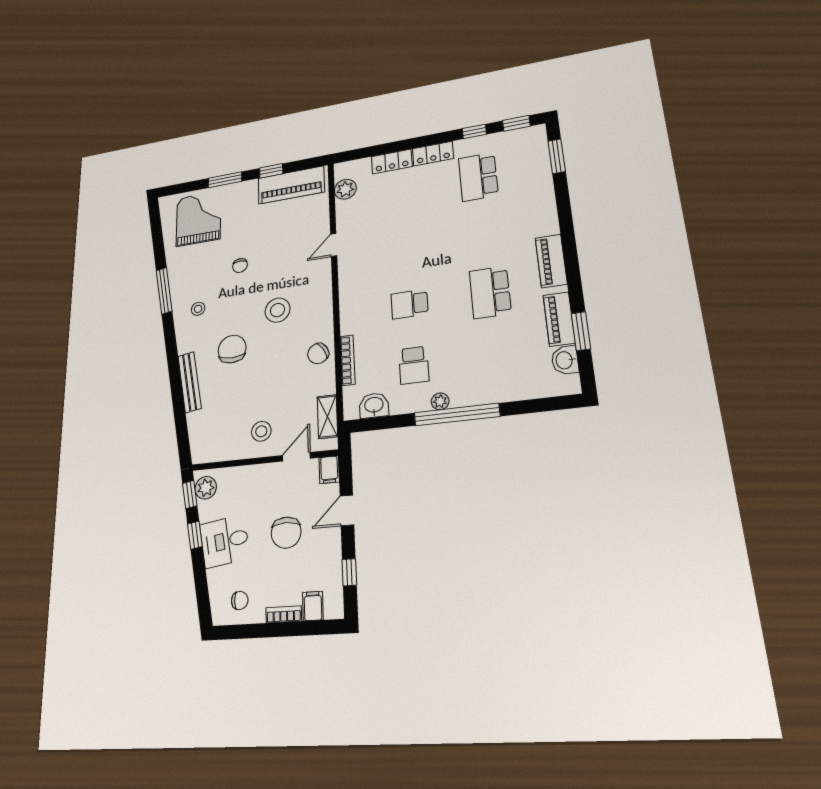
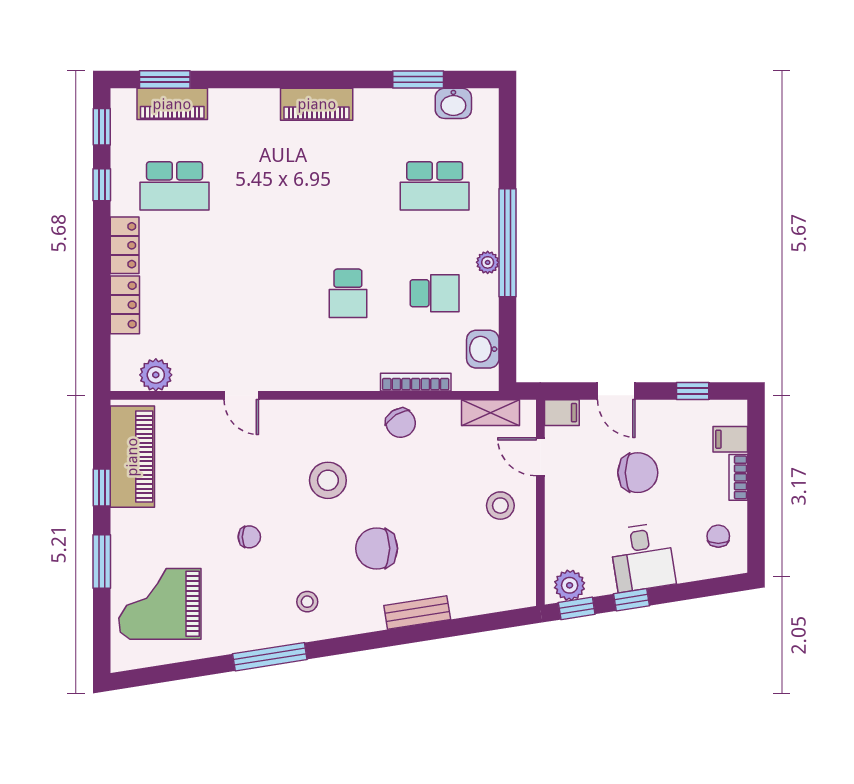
school desk: (490, 292) -> (435, 186), moved
piano: (559, 319) -> (172, 104), moved
bench: (189, 382) -> (417, 613), width x0.73

